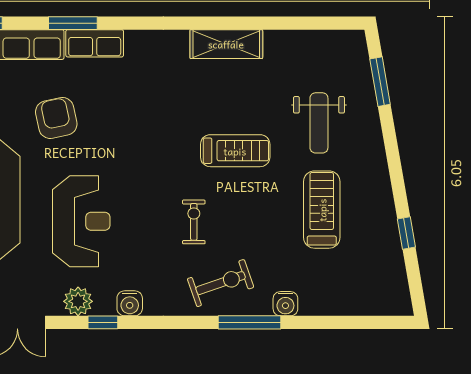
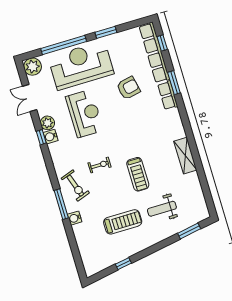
reception desk: (81, 221) -> (85, 113), turned -90
water cooler: (130, 303) -> (51, 137), moved

